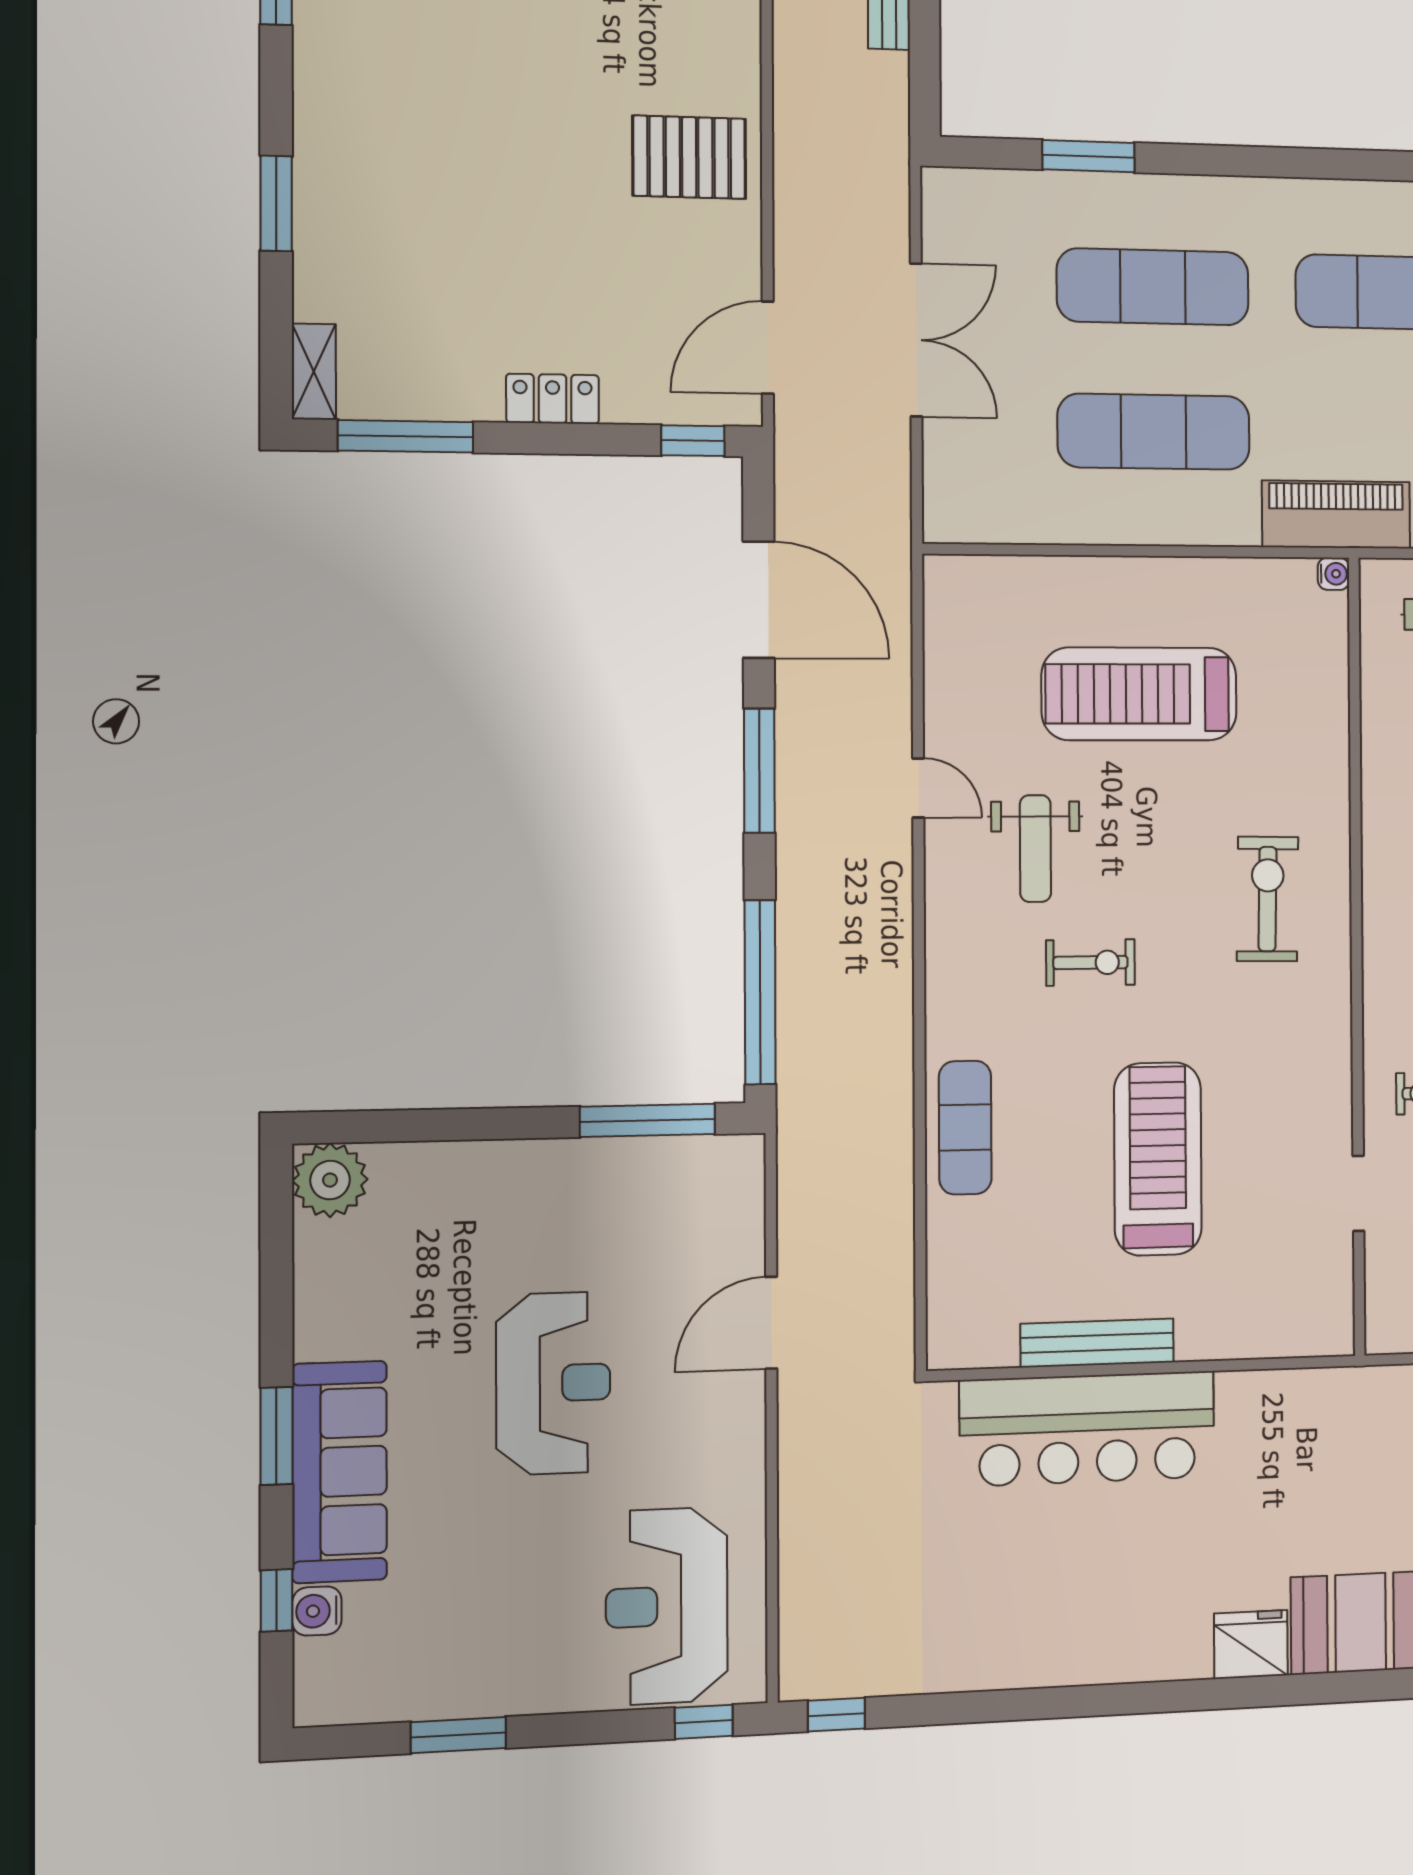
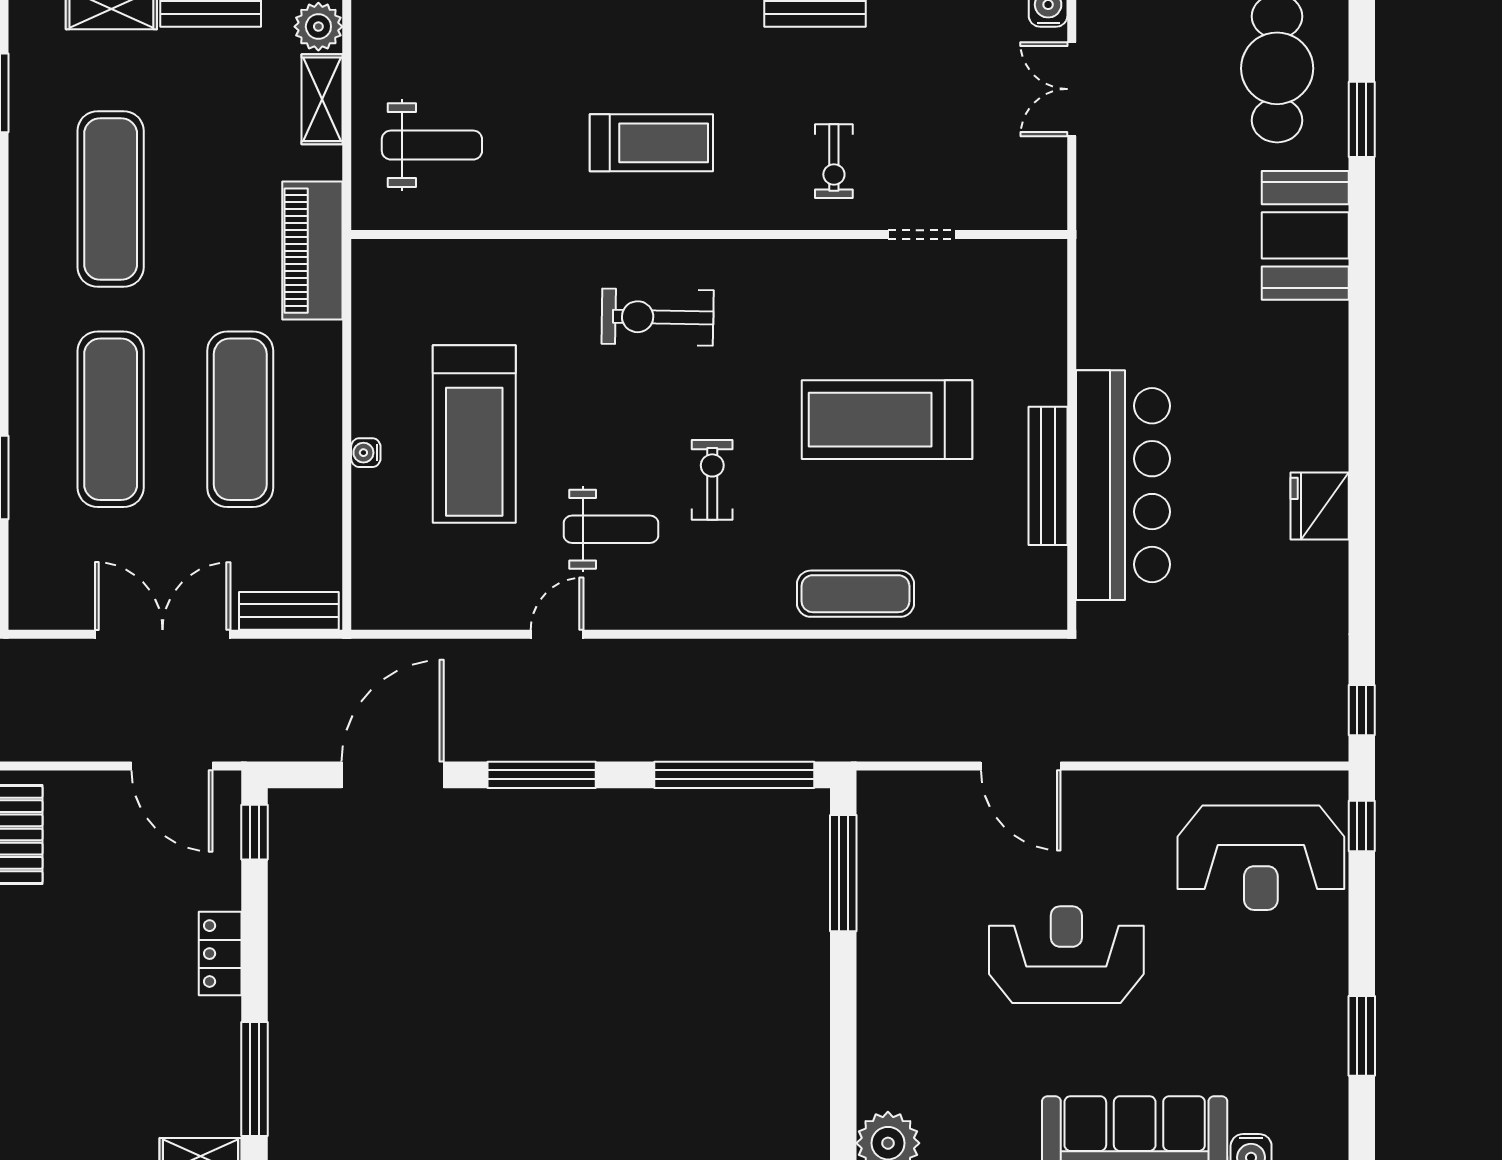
bench: (943, 483) -> (289, 611), added
water cooler: (1334, 574) -> (366, 453), moved, turned -90
fridge: (1251, 1644) -> (1320, 506), moved

